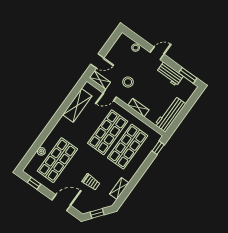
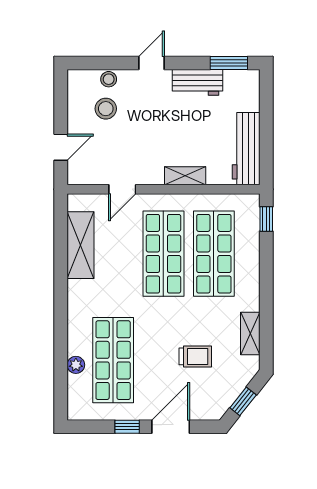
shelving: (100, 80) -> (88, 176), removed
stool: (128, 82) -> (106, 109), moved
window: (34, 183) -> (127, 427), moved

